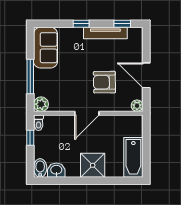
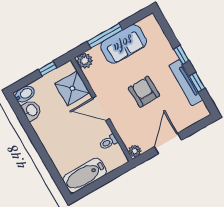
window: (122, 24) -> (197, 82), moved
sofa: (46, 48) -> (124, 44), moved
armchair: (104, 82) -> (144, 92), moved
toilet: (38, 123) -> (108, 142), moved
shower: (93, 165) -> (72, 88), moved

